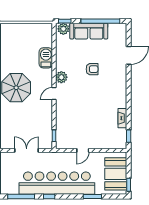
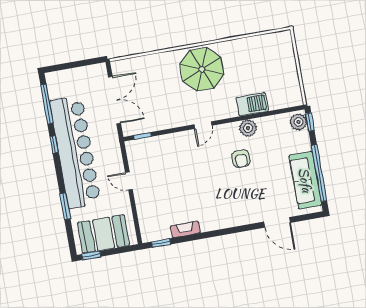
sofa: (89, 31) -> (305, 180), moved
armchair: (92, 69) -> (241, 159), moved
plant: (61, 77) -> (248, 128), moved
door: (54, 94) -> (203, 125), swing flipped
double door: (27, 150) -> (115, 100), width x1.37

